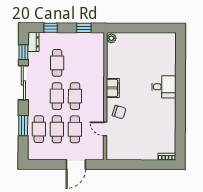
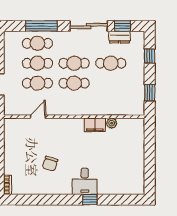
plant: (111, 38) -> (112, 123), moved
dresser: (33, 42) -> (120, 37), moved
window: (180, 82) -> (90, 200), added
filing cabinet: (113, 88) -> (95, 125), moved
chair: (119, 112) -> (50, 164), moved
window: (23, 126) -> (41, 26), width x1.44

